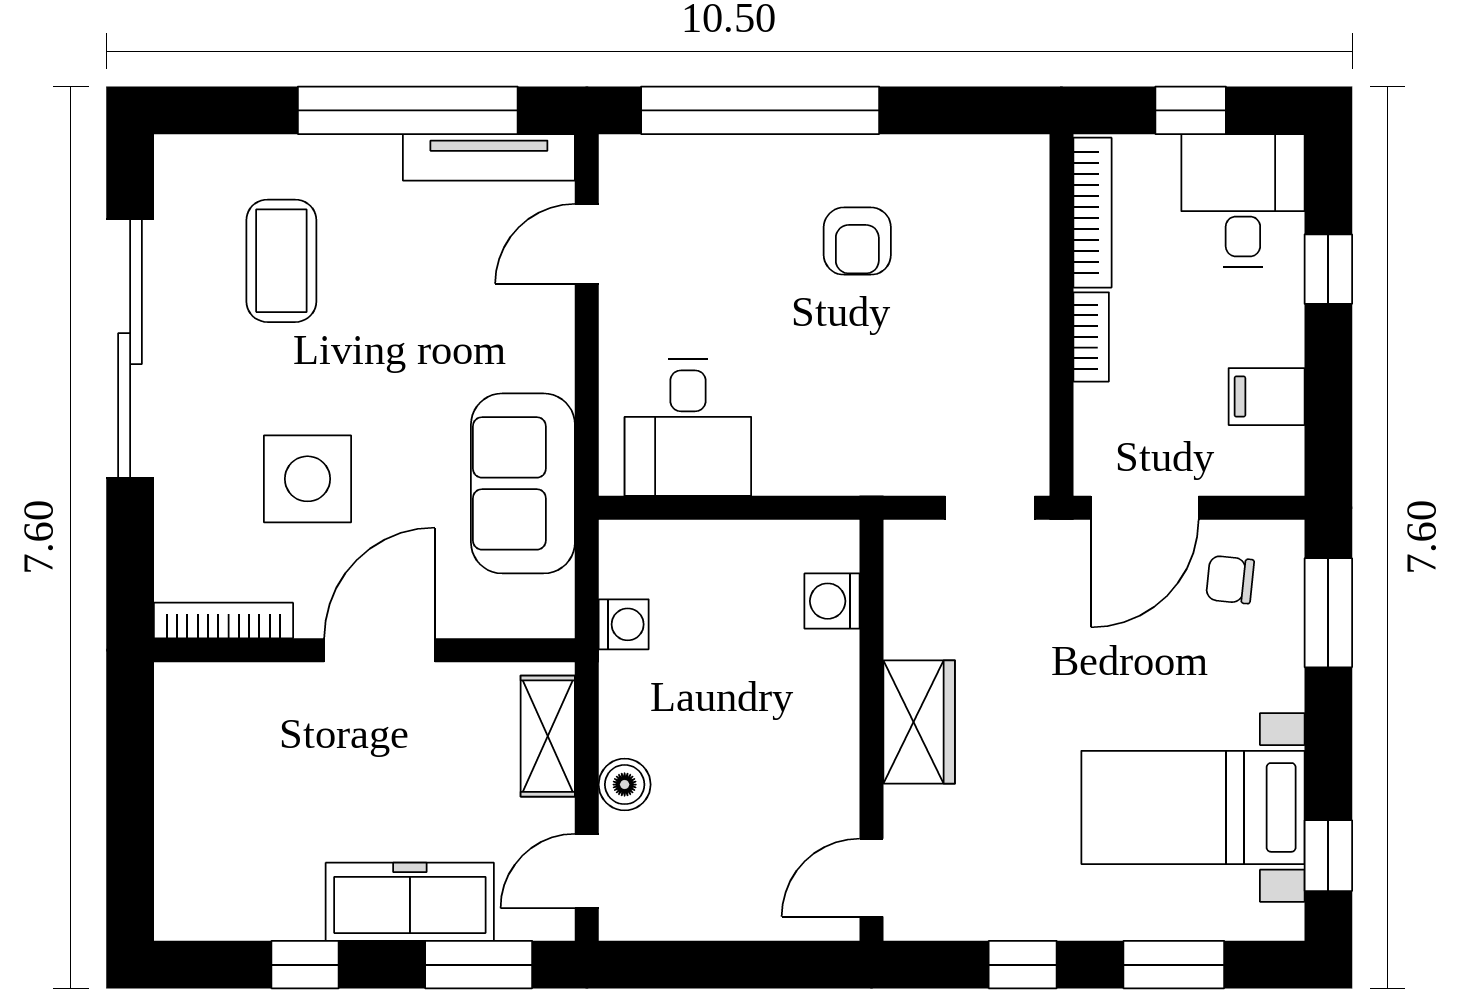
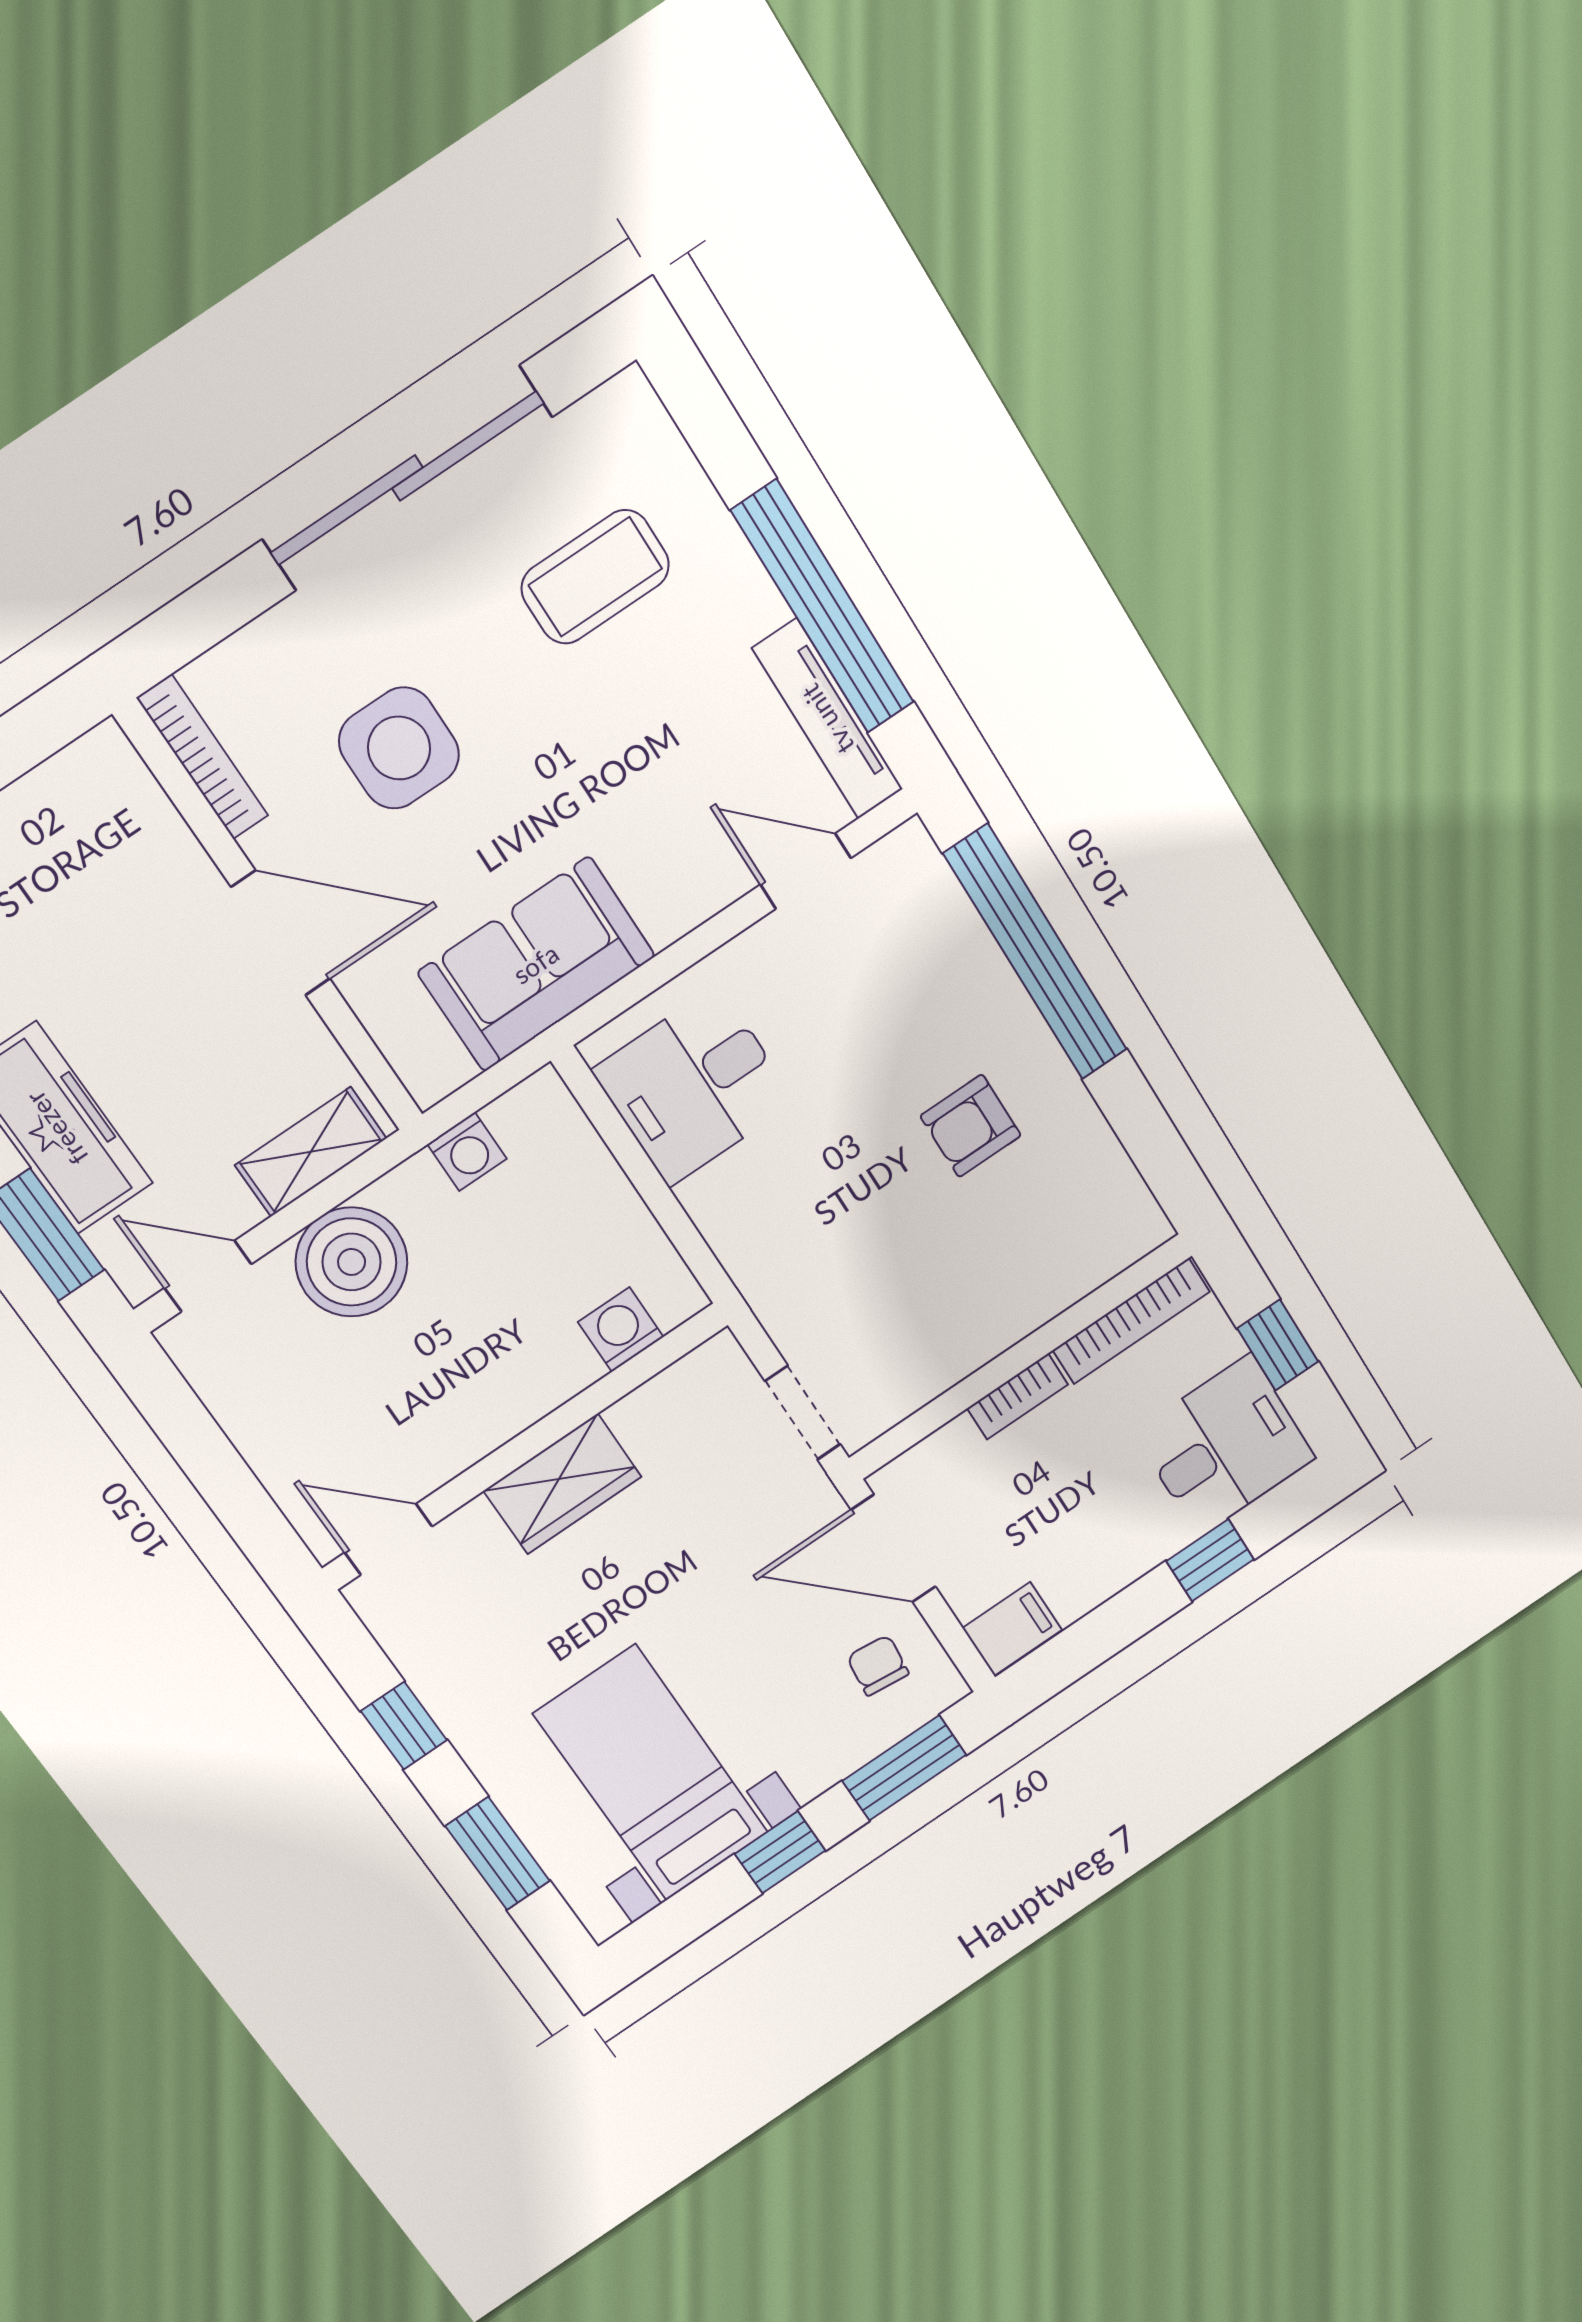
filing cabinet: (1267, 397) -> (1012, 1629), moved, turned 90
boiler: (625, 785) -> (352, 1262), width x1.86, depth x1.86
window: (1328, 856) -> (780, 1852), moved

